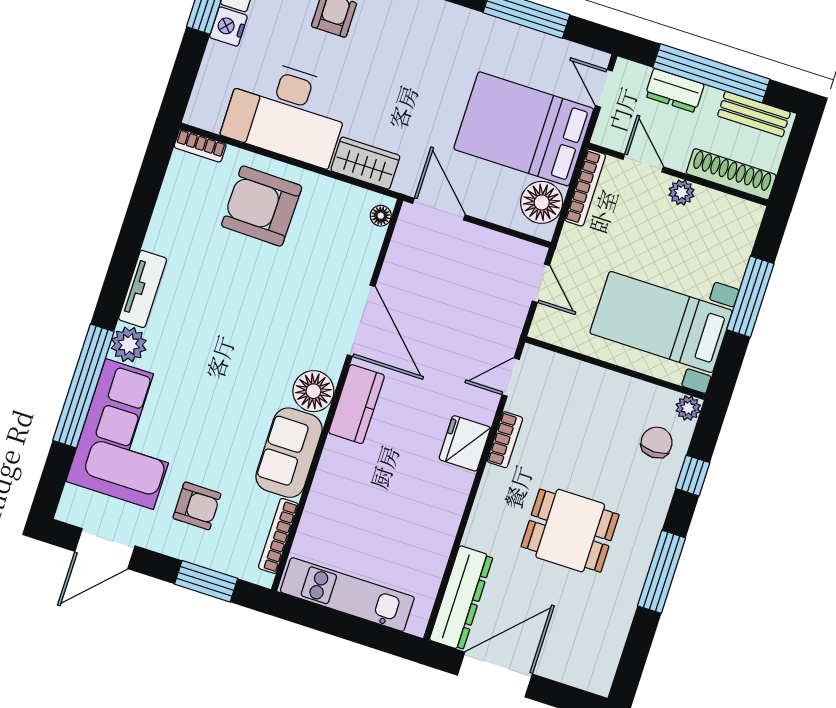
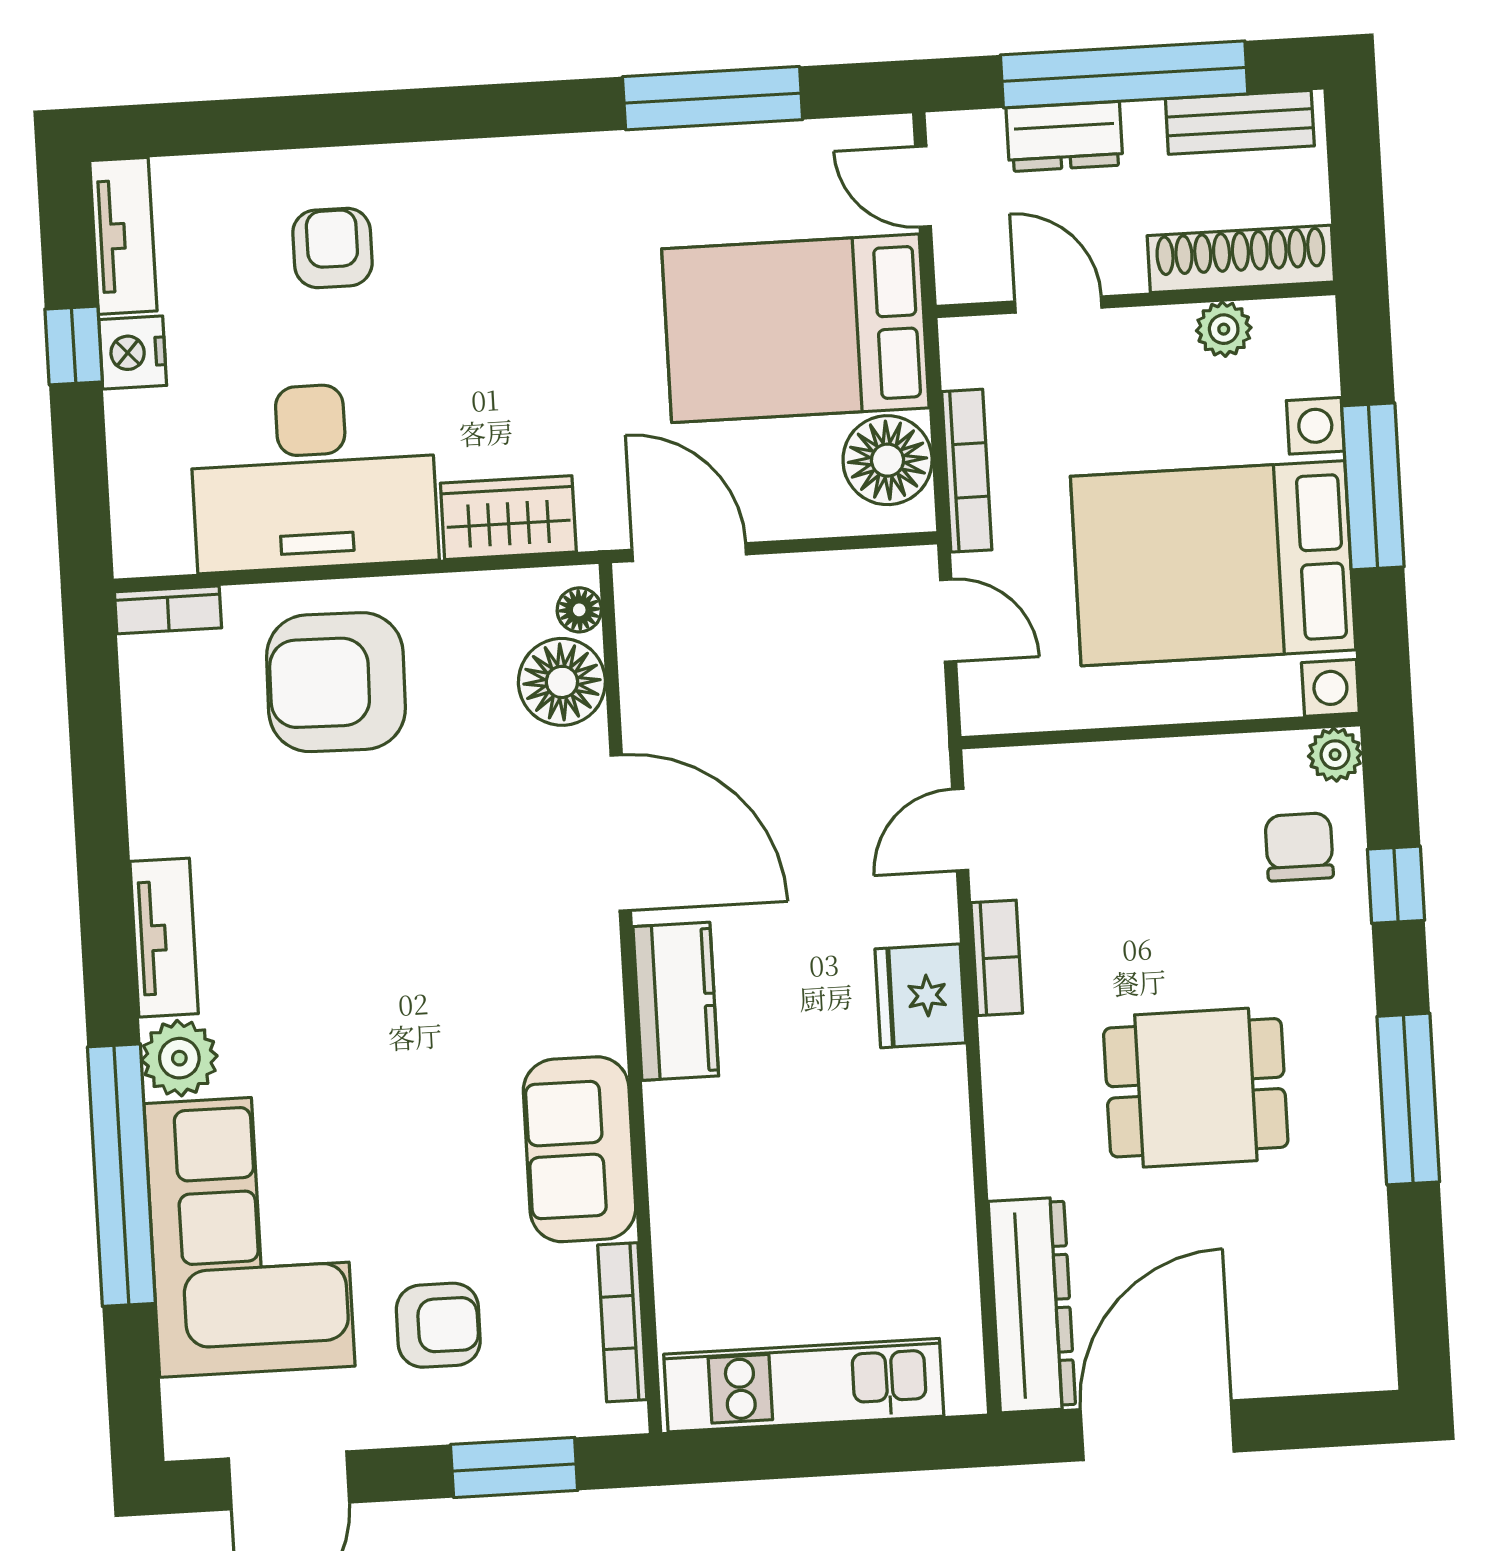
bookcase: (585, 188) -> (967, 471), moved
plant: (681, 192) -> (1224, 329), moved
bed with nightstands: (661, 322) -> (1213, 563), width x1.36
floor lamp: (313, 391) -> (562, 682), moved

